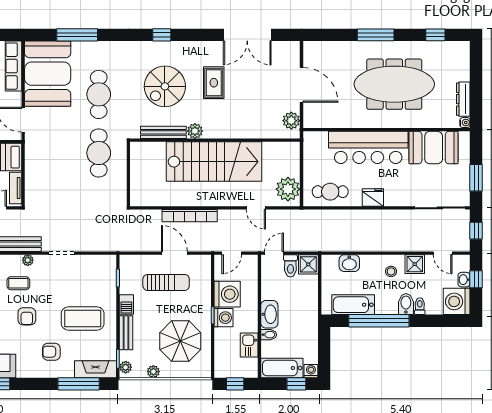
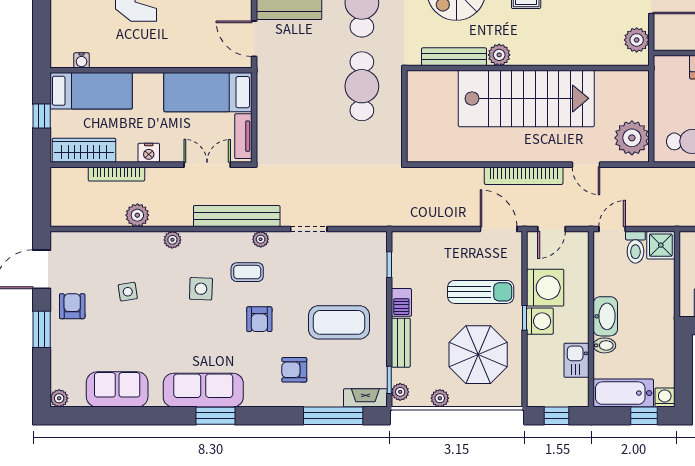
bookcase: (190, 216) -> (524, 176), moved
door: (174, 253) -> (499, 229), moved
sun lounger: (166, 282) -> (481, 292), moved
fireplace: (96, 369) -> (365, 398), width x0.73, depth x0.76

